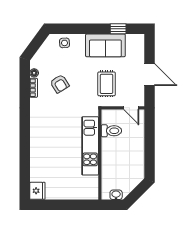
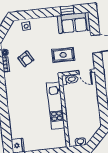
sofa: (105, 45) -> (74, 23), moved
rug: (107, 84) -> (63, 55), turned 90
toilet: (111, 131) -> (70, 79), moved

